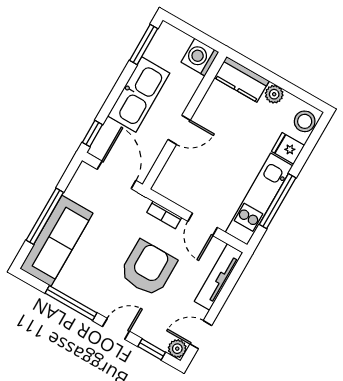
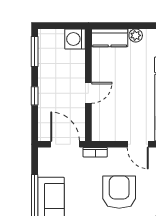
kitchen sink: (139, 95) -> (50, 85), removed
window: (92, 133) -> (35, 96), moved
bookcase: (164, 215) -> (95, 152), moved

